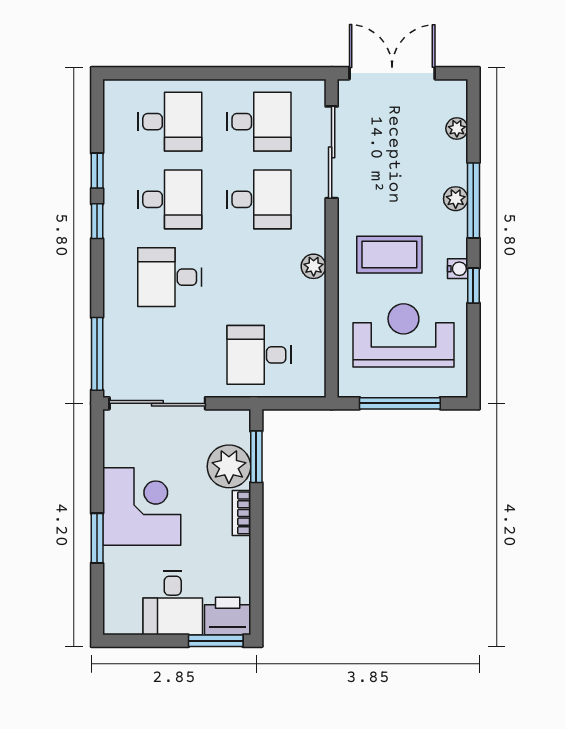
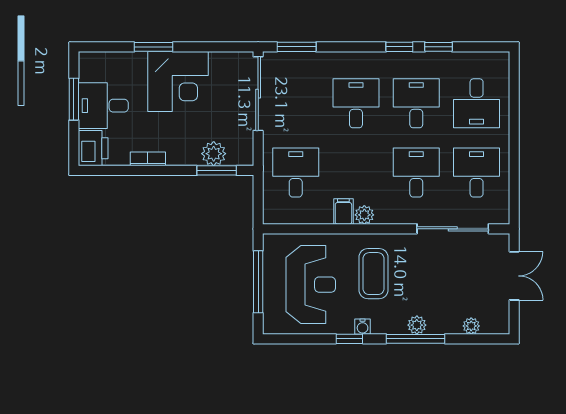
double door: (392, 73) -> (514, 276), width x0.73
desk: (259, 122) -> (477, 172), turned 180
desk: (170, 199) -> (416, 103), turned 180
desk: (259, 199) -> (416, 172), turned 180
filing cabinet: (309, 293) -> (343, 212), added
window: (97, 354) -> (297, 47), width x0.69
plant: (229, 466) -> (214, 154), width x0.73, depth x0.73
bookcase: (241, 513) -> (148, 159), moved
window: (216, 641) -> (74, 99), moved

